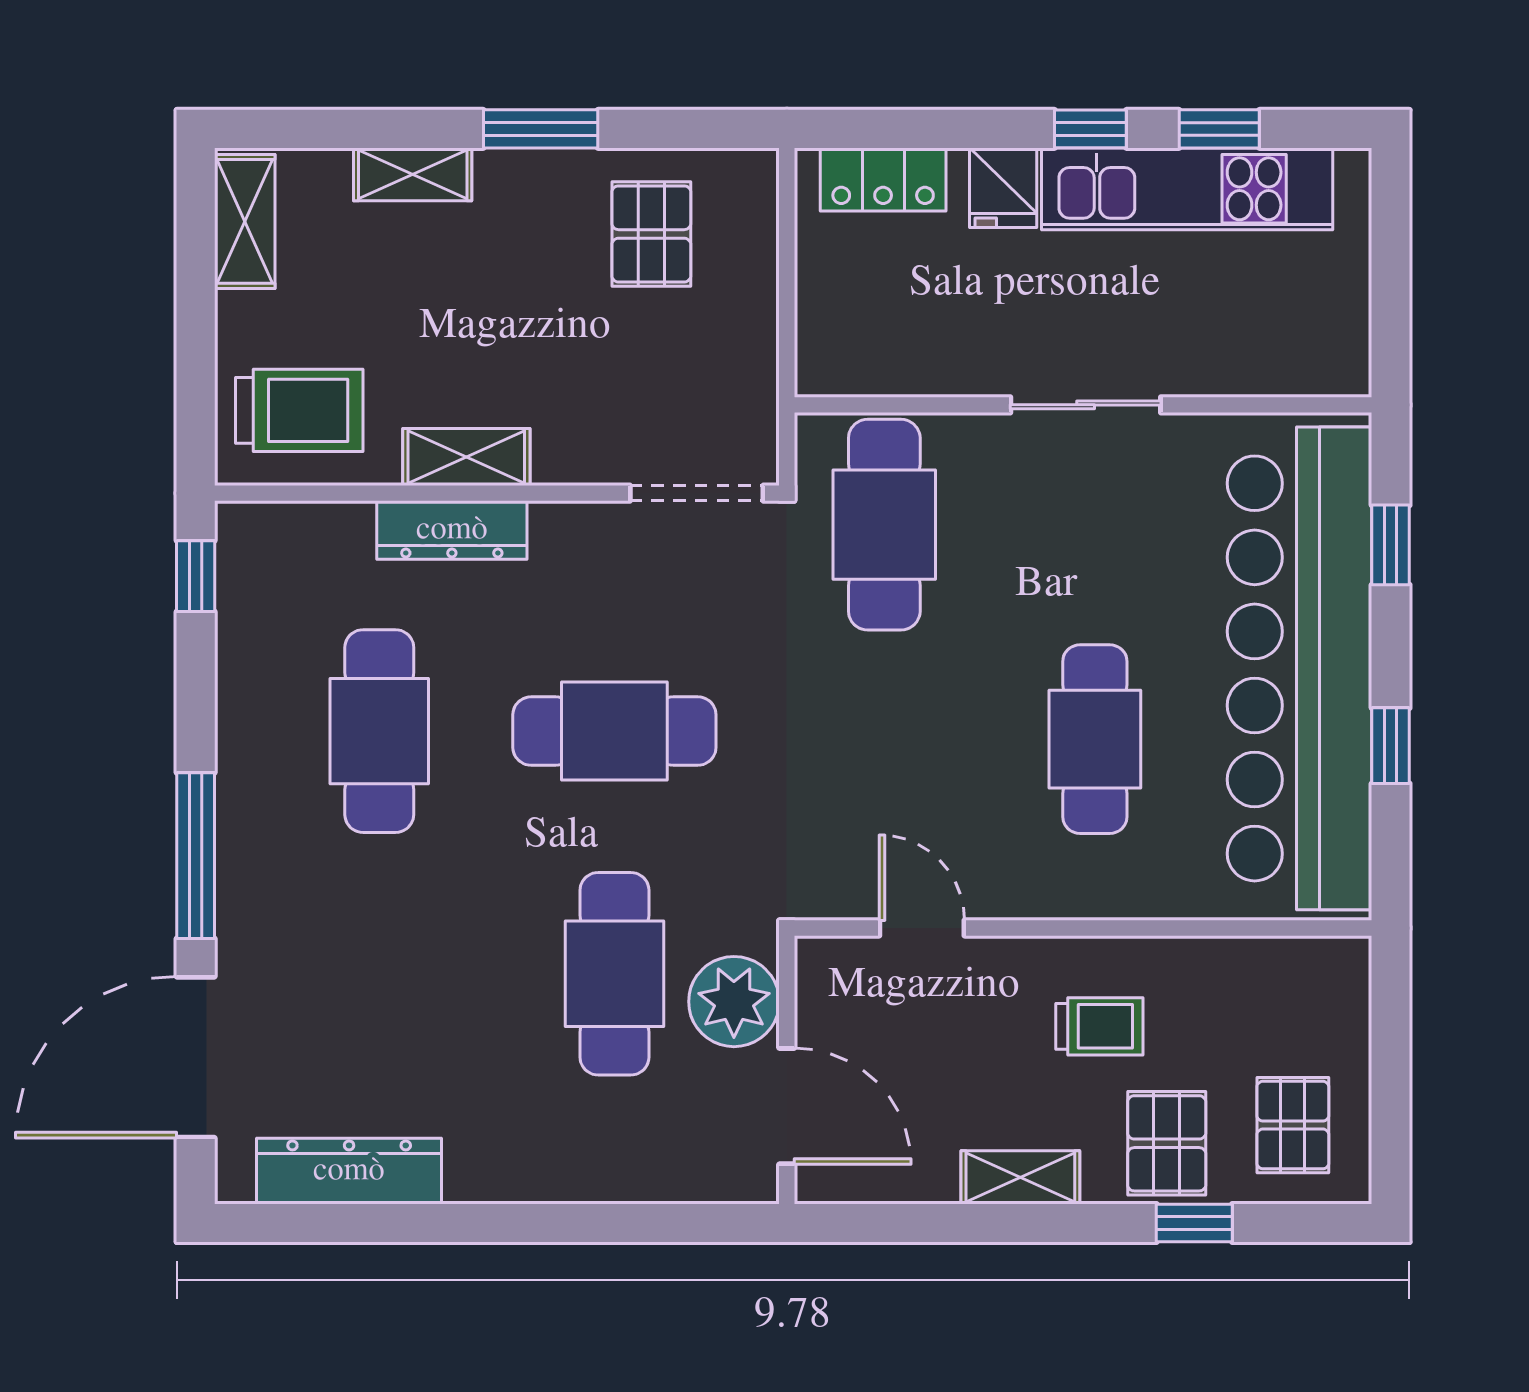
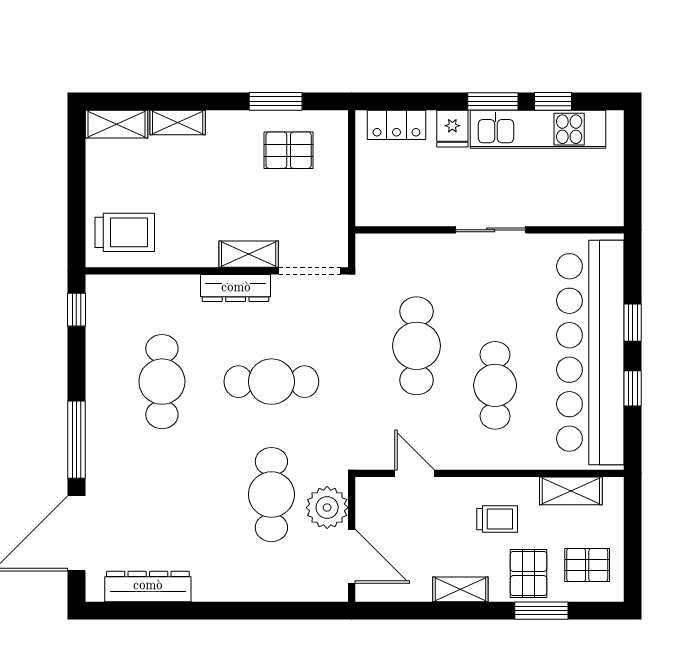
window: (541, 129) -> (276, 101), moved
window: (1090, 129) -> (493, 101), width x1.50
shelving: (245, 221) -> (117, 124), moved, turned 90
pallet: (651, 234) -> (289, 150), turned 90
shelving: (466, 457) -> (249, 254), moved
cafe table: (884, 525) -> (417, 346), moved
dresser: (452, 530) -> (236, 288), moved
window: (1391, 545) -> (633, 323), moved
shelving: (1258, 966) -> (571, 491), added
pallet: (1293, 1125) -> (587, 565), turned 90
window: (1194, 1223) -> (541, 611), width x1.50

